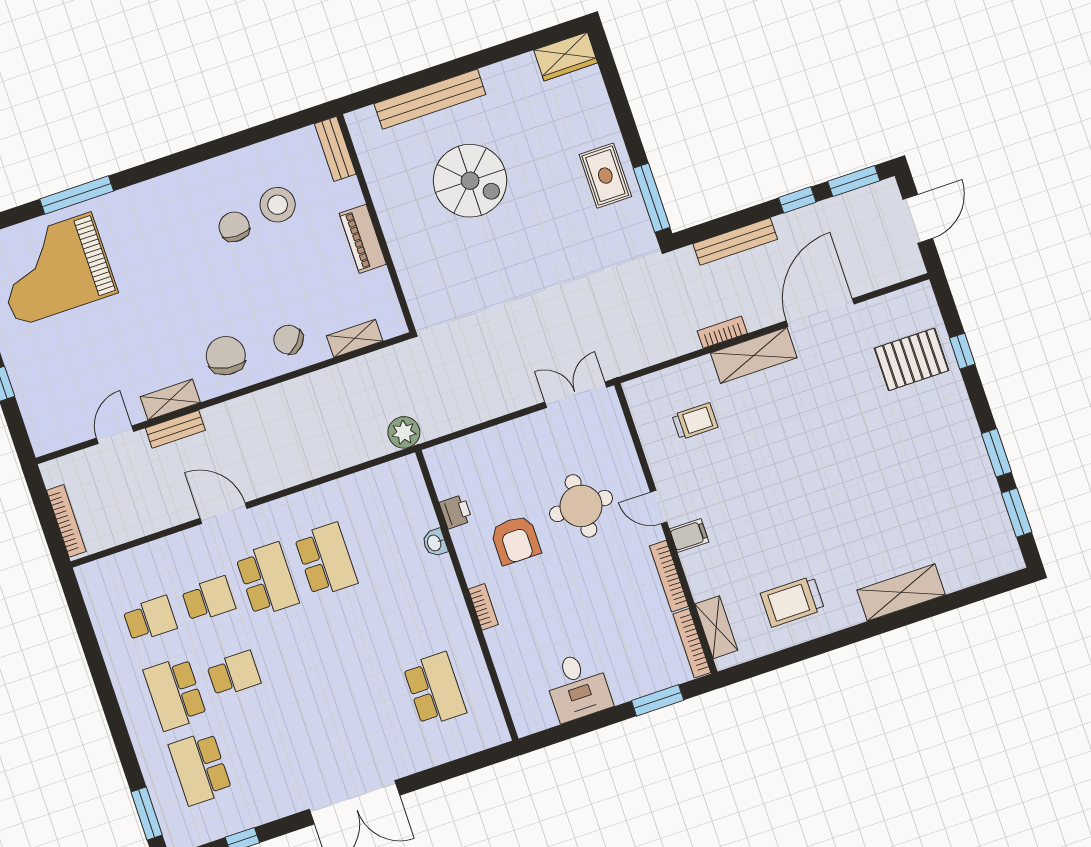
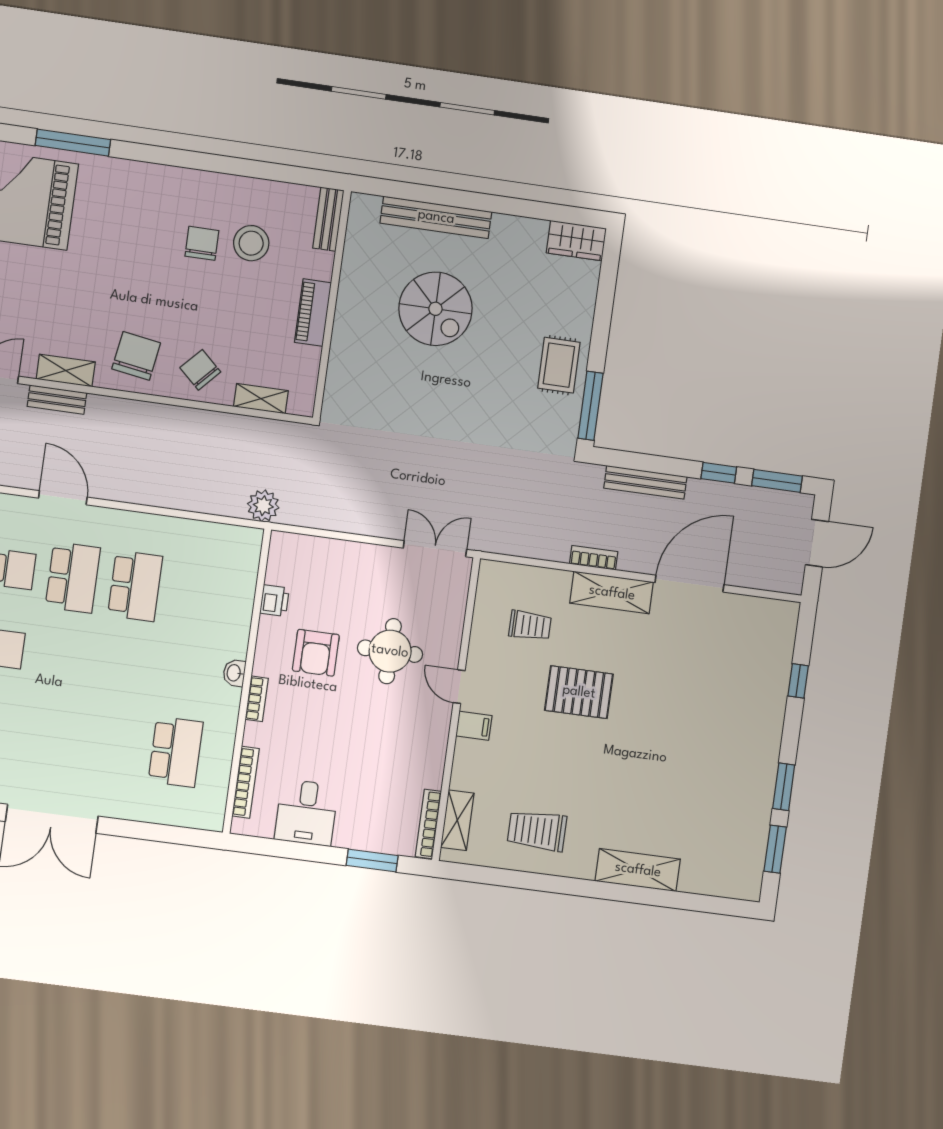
pallet: (912, 359) -> (579, 692), moved
washbasin: (435, 543) -> (234, 673), moved
bookcase: (669, 576) -> (246, 782), moved, turned 180

